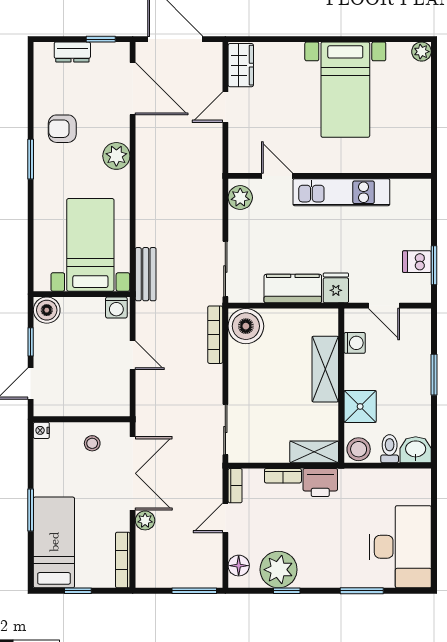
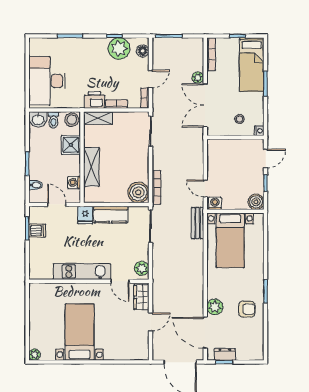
dresser: (72, 52) -> (225, 354), moved
wardrobe: (241, 65) -> (141, 297), moved
plant: (116, 156) -> (215, 307), moved
bidet: (420, 339) -> (36, 185), added
door: (133, 355) -> (205, 188), moved
stool: (92, 443) -> (240, 119), moved
desk: (400, 547) -> (47, 81), moved

